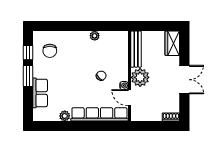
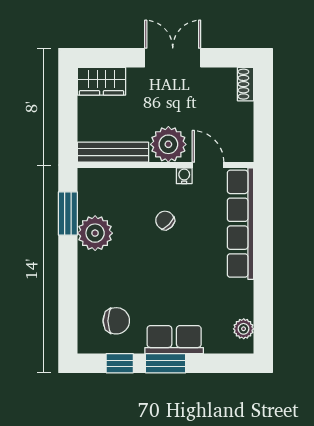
window: (105, 26) -> (68, 213), added
plant: (95, 36) -> (95, 233), width x1.88, depth x1.88
row of seats: (40, 93) -> (174, 340), moved
door: (129, 98) -> (208, 165), swing flipped
plant: (65, 116) -> (244, 329), moved

